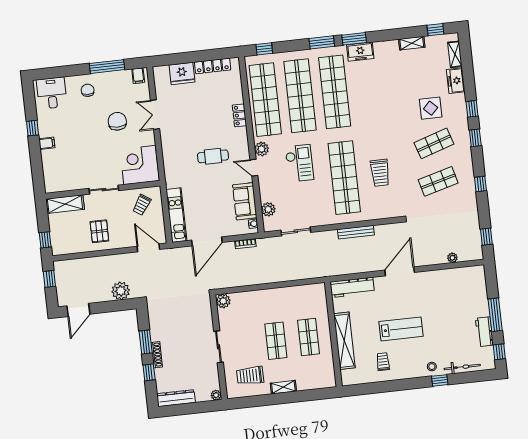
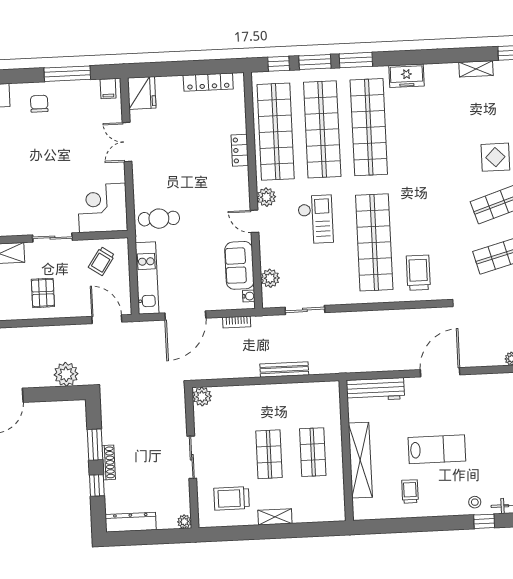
window: (354, 39) -> (315, 62), moved
fridge: (182, 73) -> (142, 93), moved, turned -90
chair: (117, 121) -> (76, 148), removed
cafe table: (213, 156) -> (159, 219), moved
trolley: (380, 173) -> (418, 273), moved, turned 180
bench: (356, 232) -> (284, 369), moved

